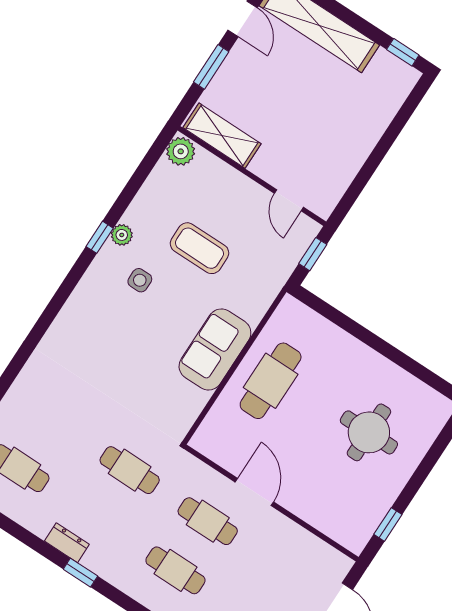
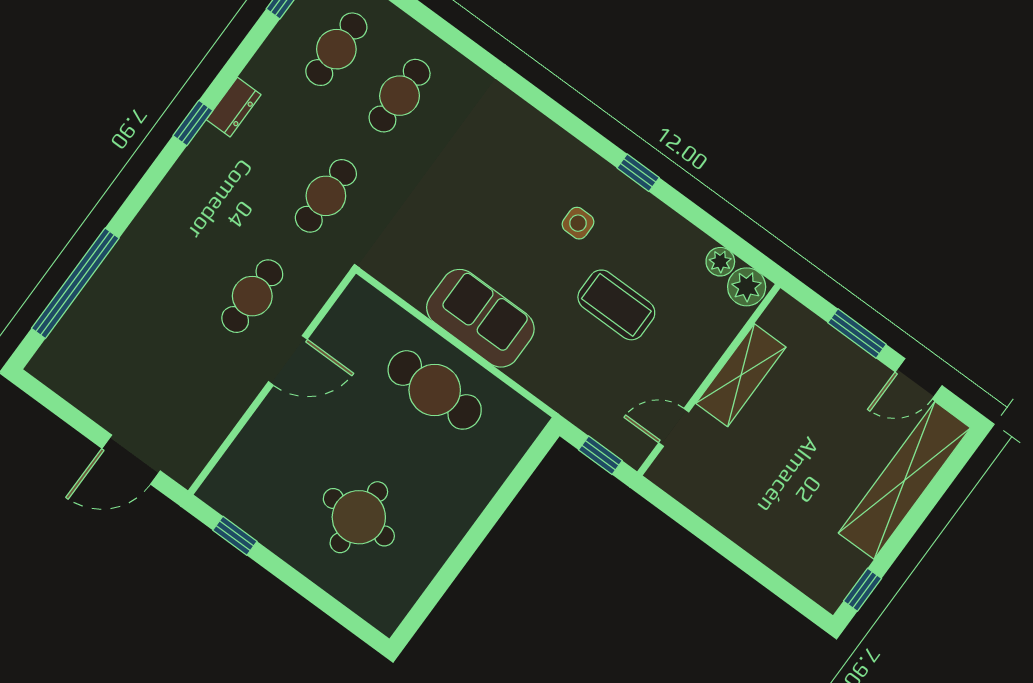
shelving: (222, 136) -> (741, 375), moved
plant: (122, 235) -> (720, 262), moved
coffee table: (200, 248) -> (616, 305), turned 90
cafe table: (175, 570) -> (400, 96), moved

